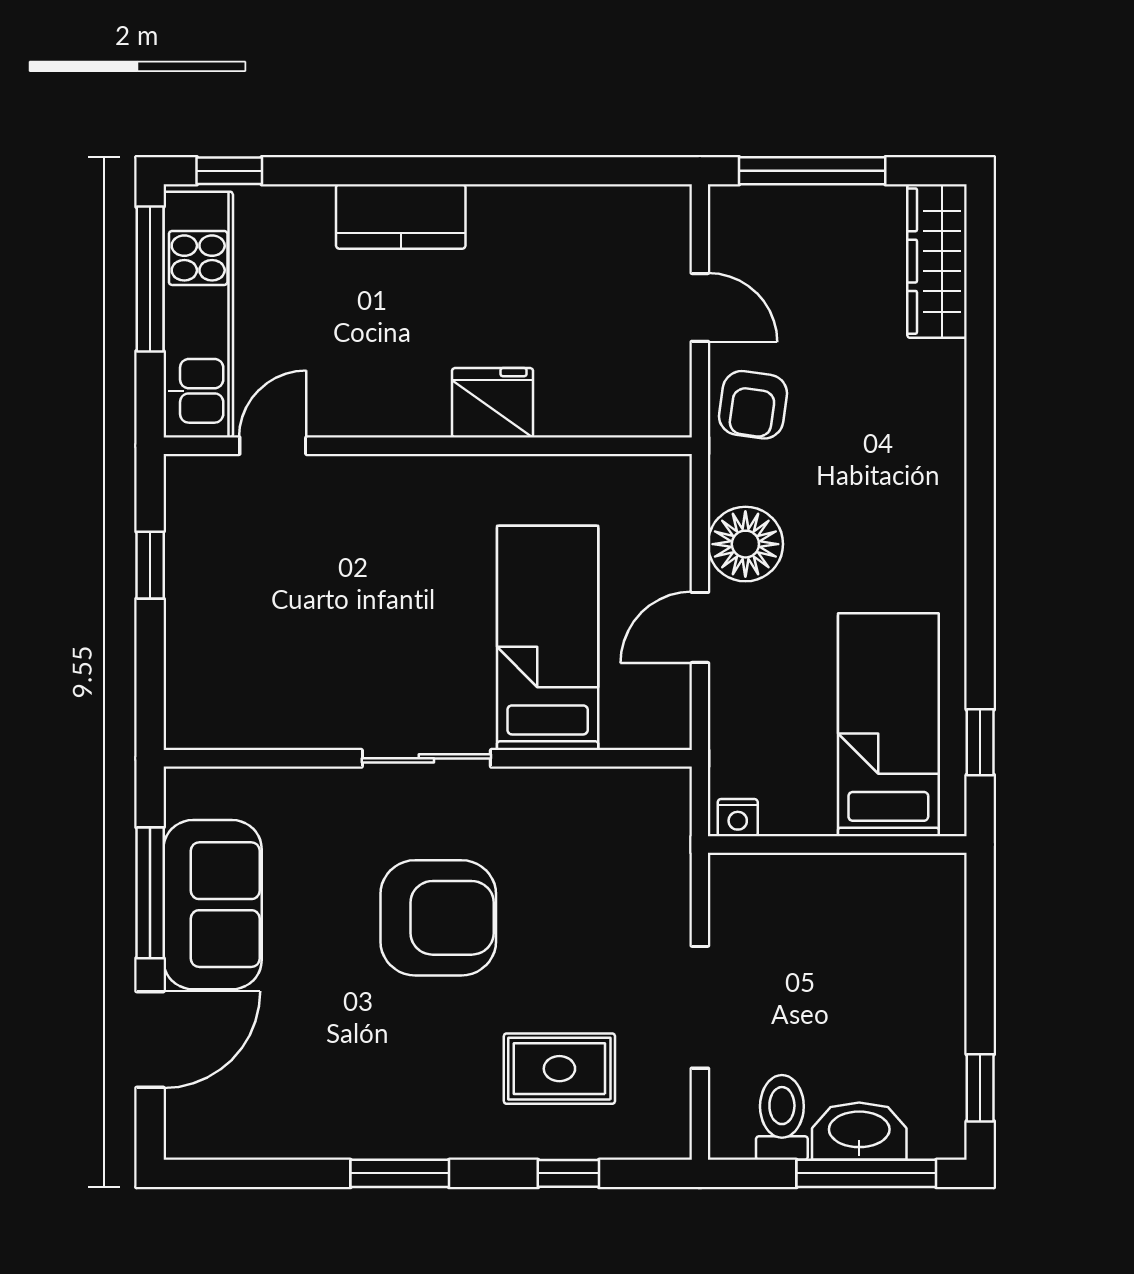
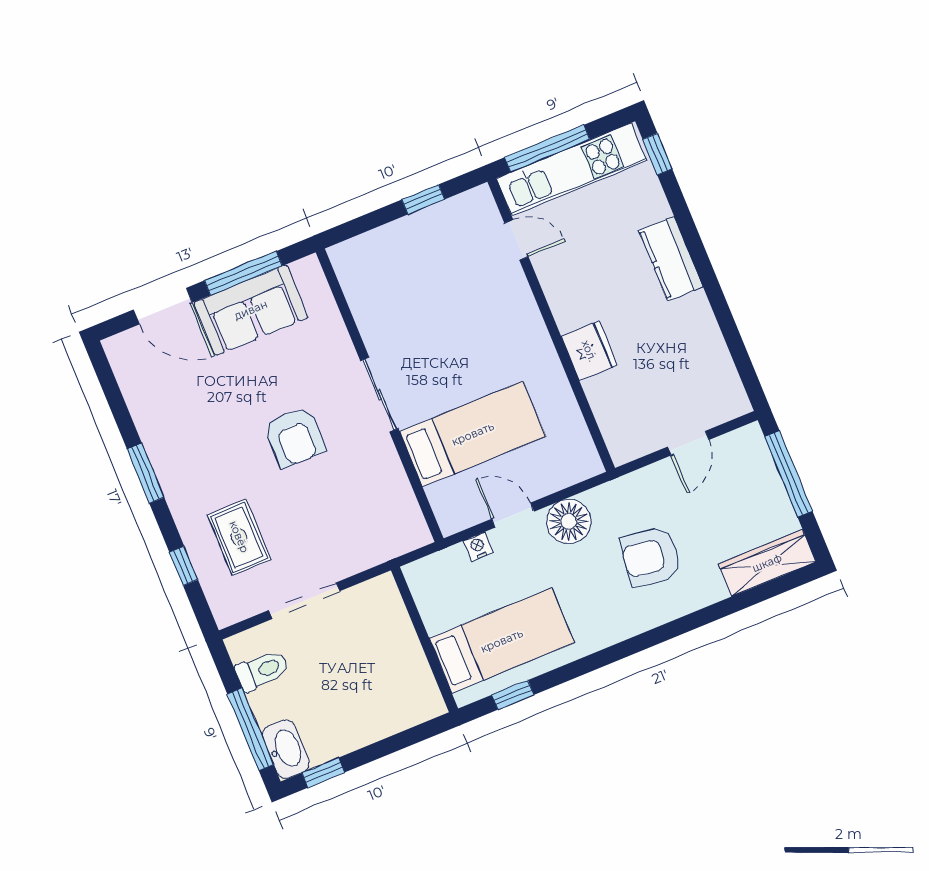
window: (150, 279) -> (547, 149), moved
armchair: (753, 405) -> (651, 557), moved, width x1.38, depth x1.38
nightstand: (738, 818) -> (478, 547), moved, turned 90
armchair: (438, 918) -> (295, 437), width x0.73, depth x0.73
washbasin: (859, 1131) -> (286, 749), moved

